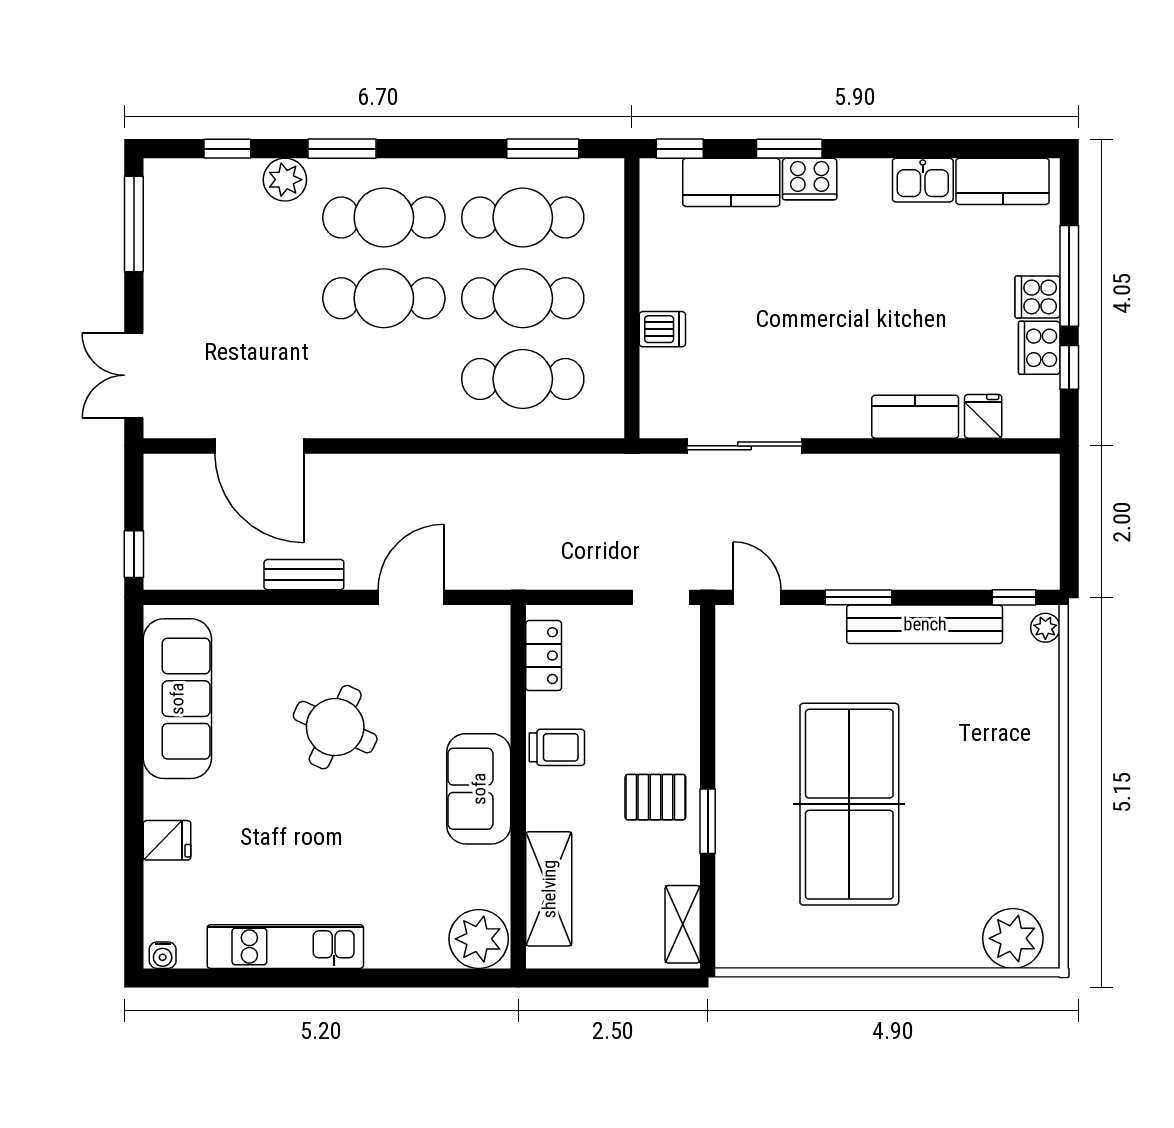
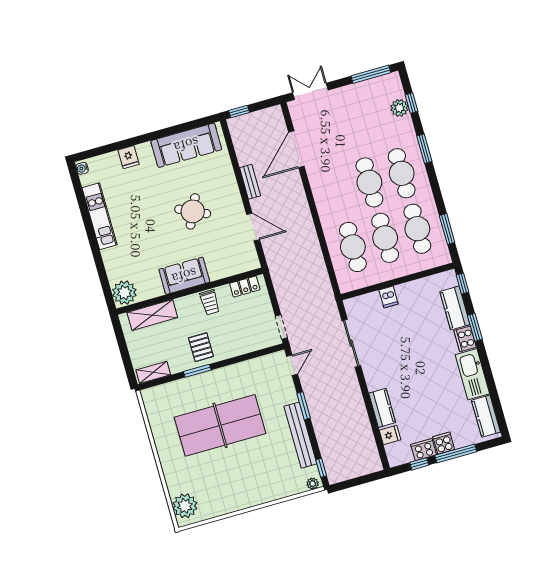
plant: (285, 180) -> (399, 108), moved
kitchen sink: (923, 180) -> (472, 374), width x1.87, depth x1.24

